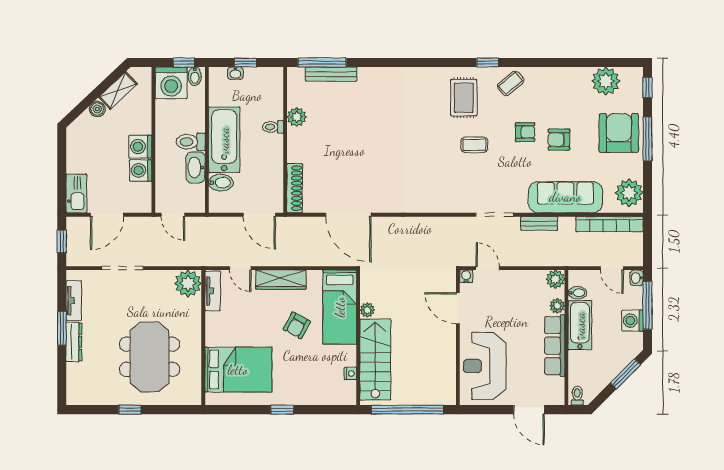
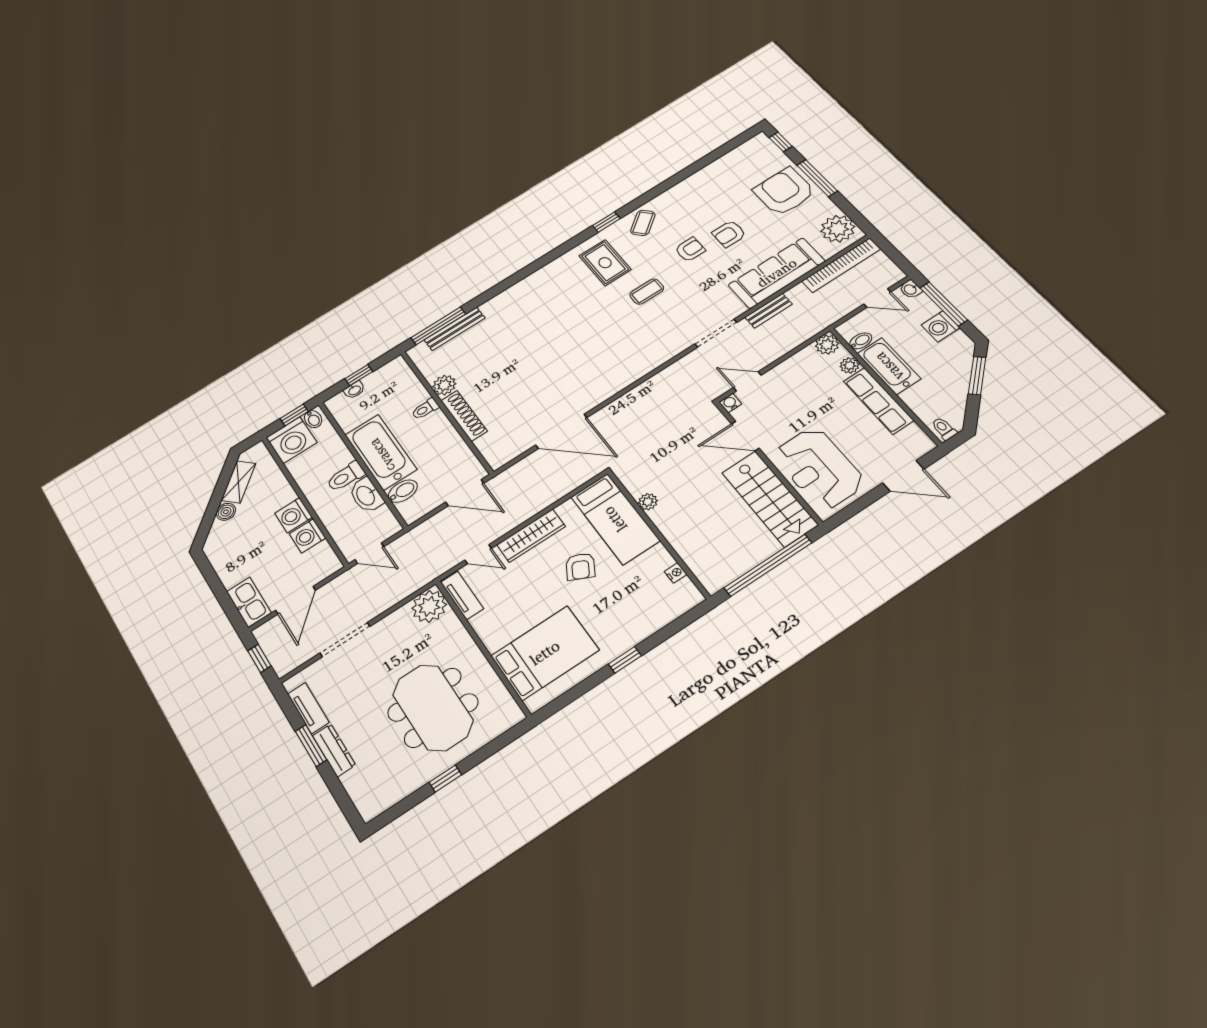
plant: (606, 81) -> (735, 163), removed
shoe rack: (295, 188) -> (464, 416), moved
stairs: (375, 359) -> (770, 499), moved, turned 180

